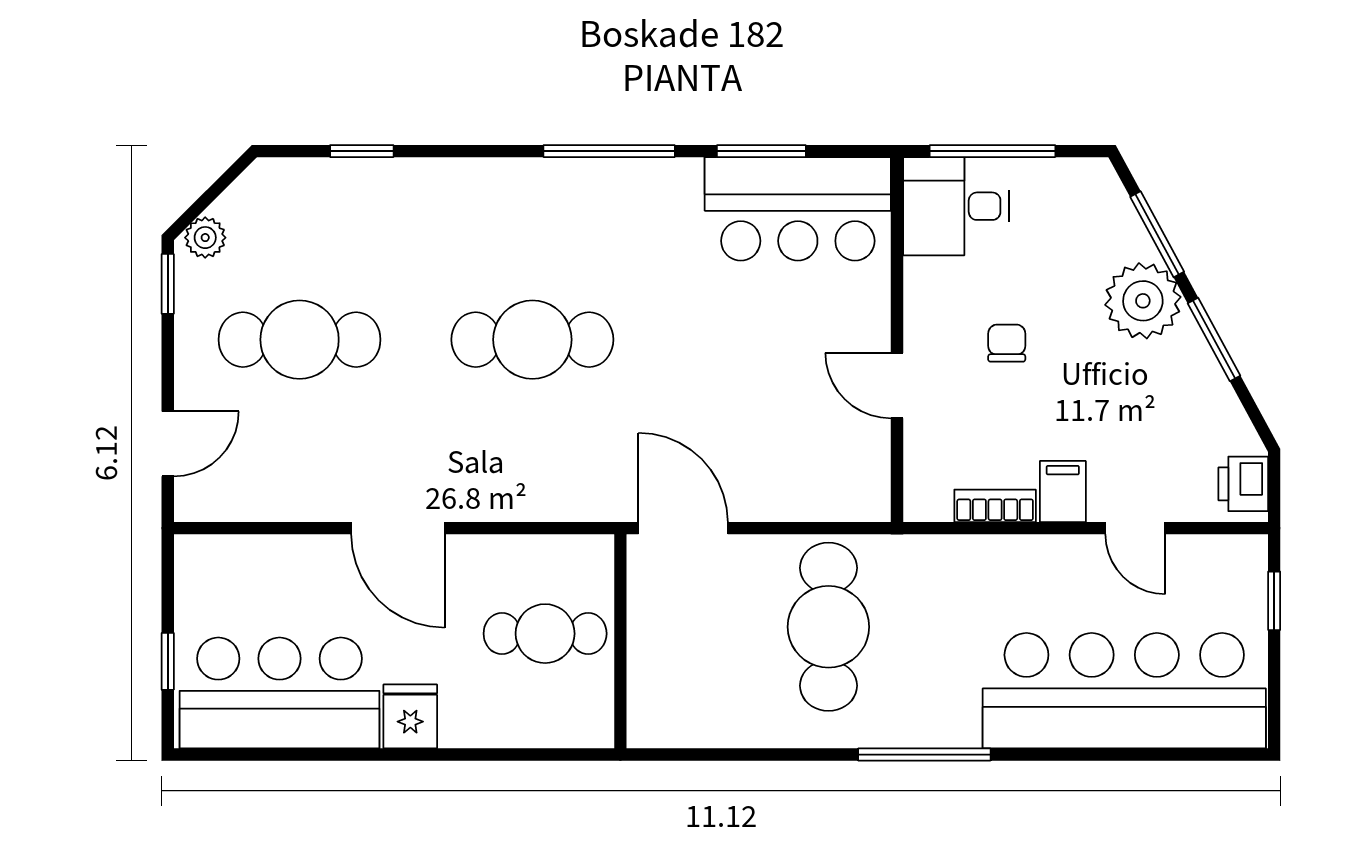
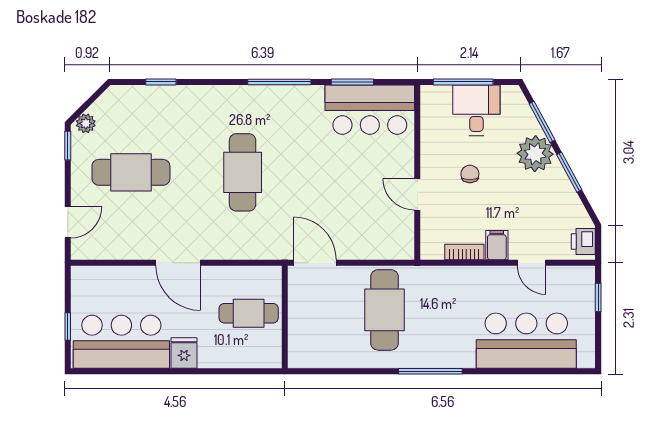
desk: (956, 206) -> (476, 110), moved, turned 90
cafe table: (532, 340) -> (243, 172), turned 90
bar counter: (1124, 691) -> (526, 341), width x0.73

